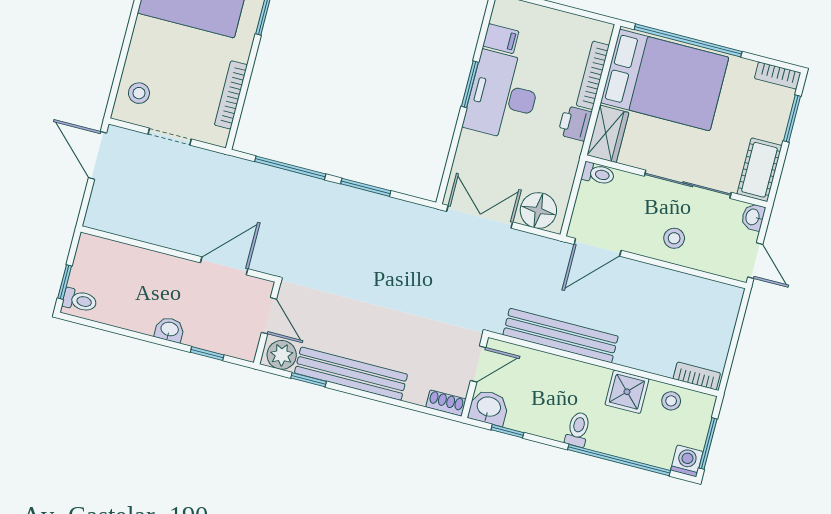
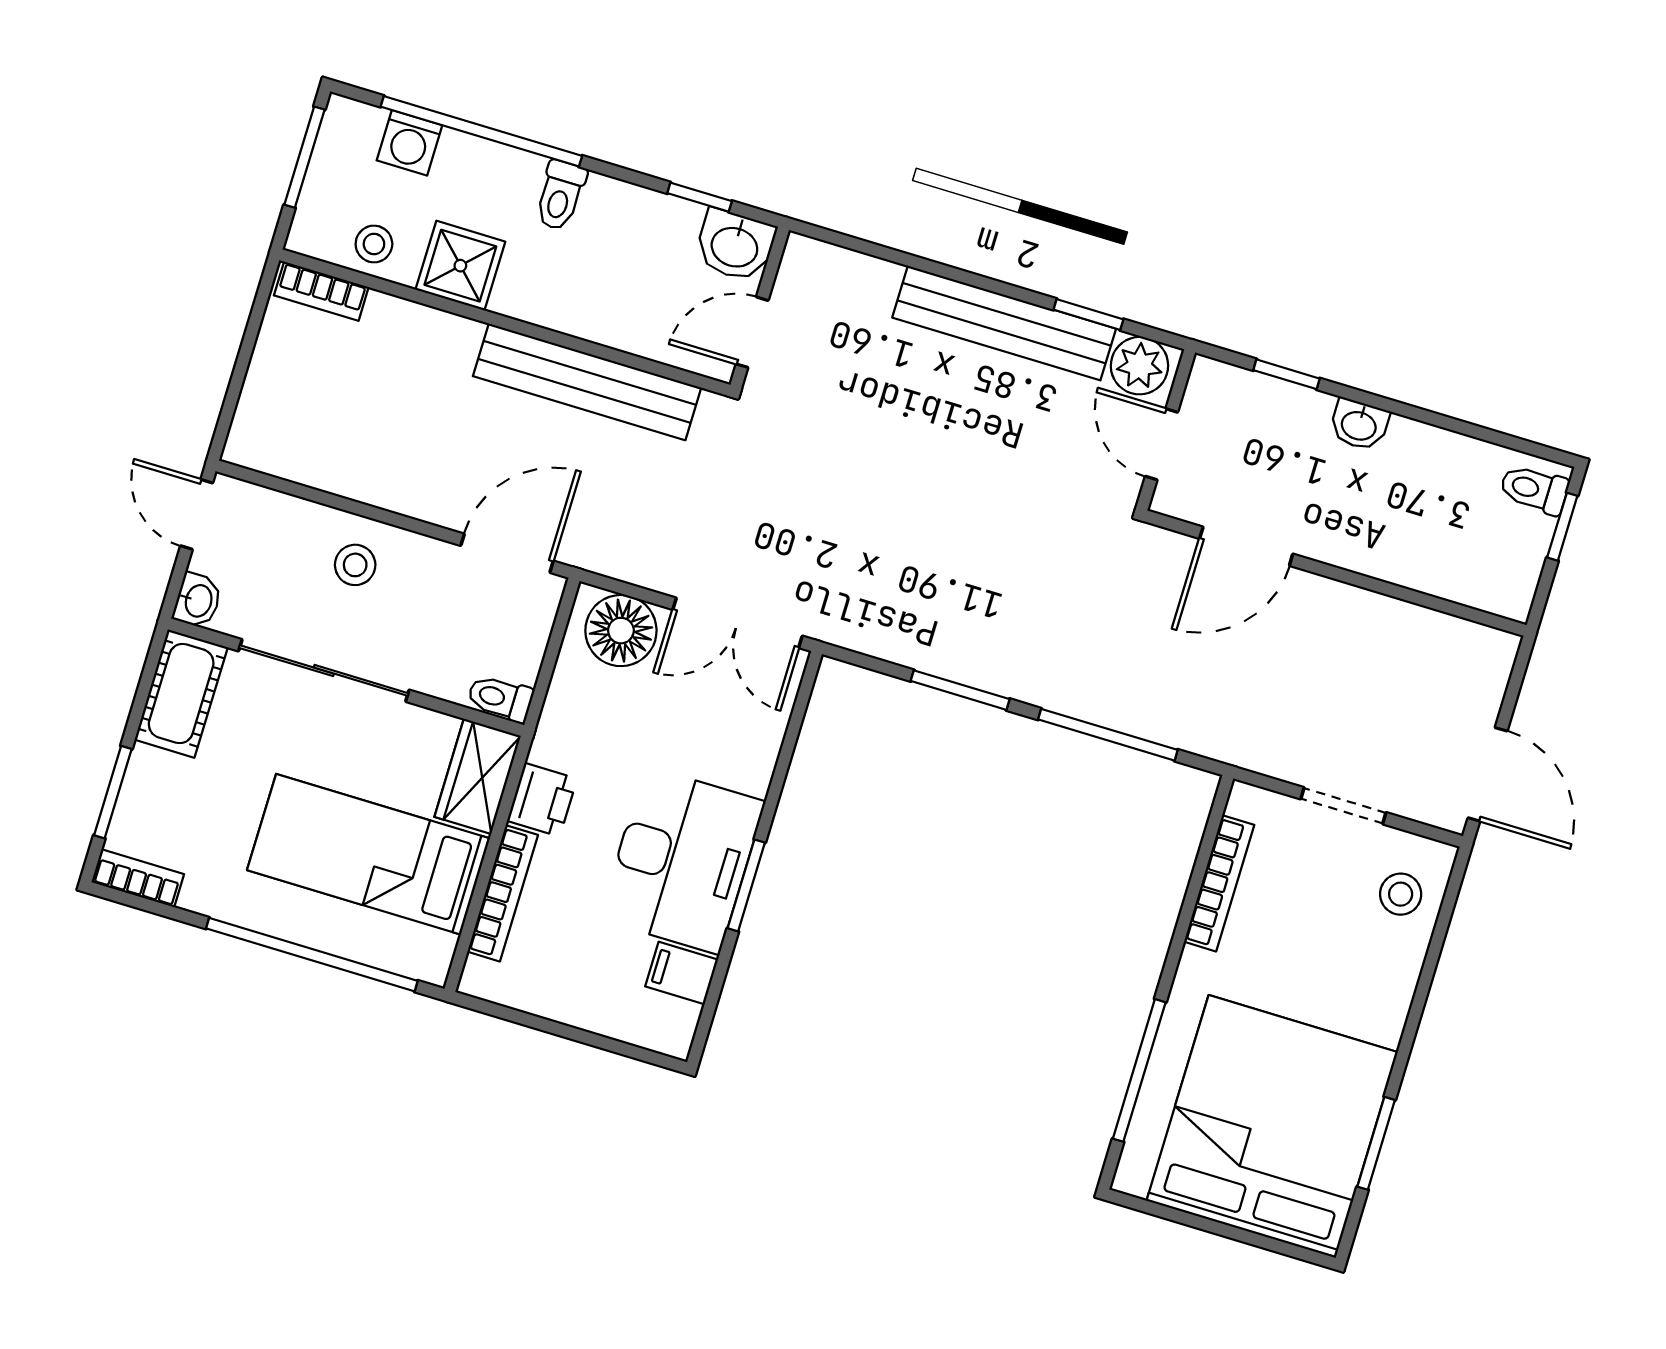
bed: (665, 80) -> (369, 854), width x0.67
shoe rack: (446, 403) -> (819, 258), removed
washing machine: (687, 461) -> (409, 143), moved

